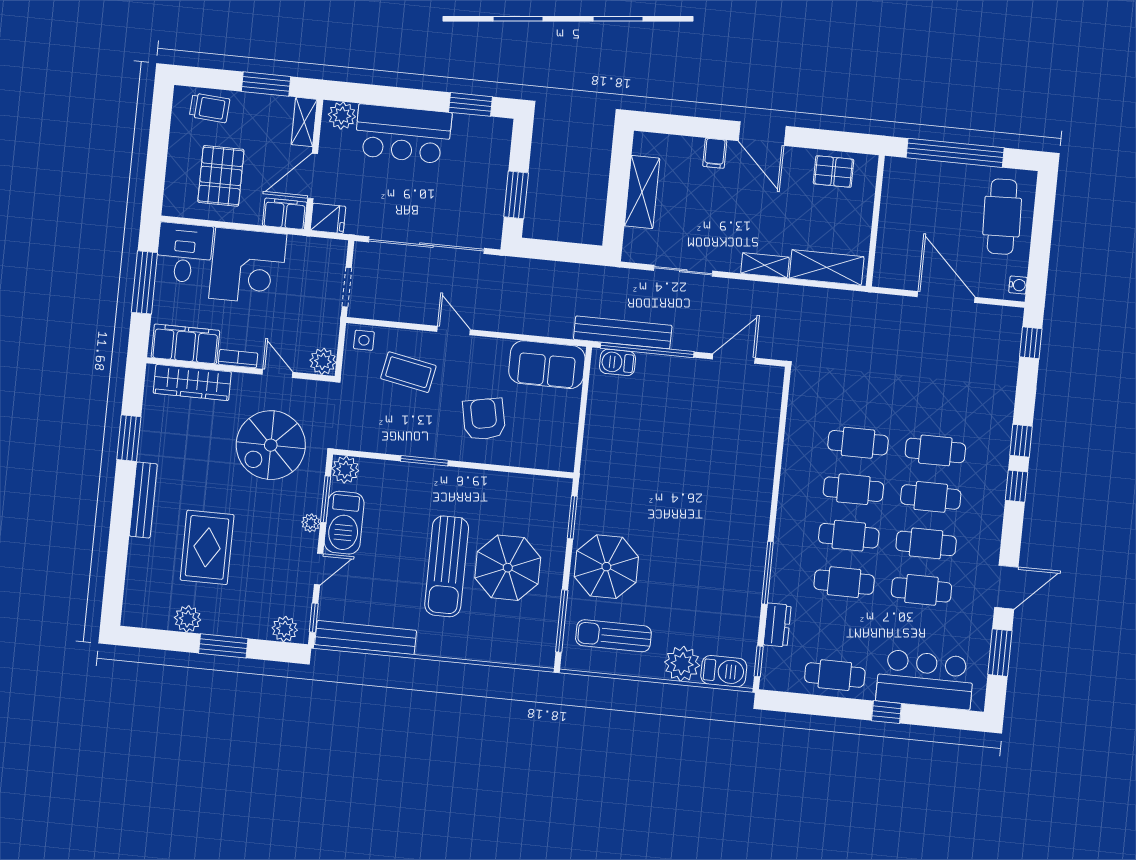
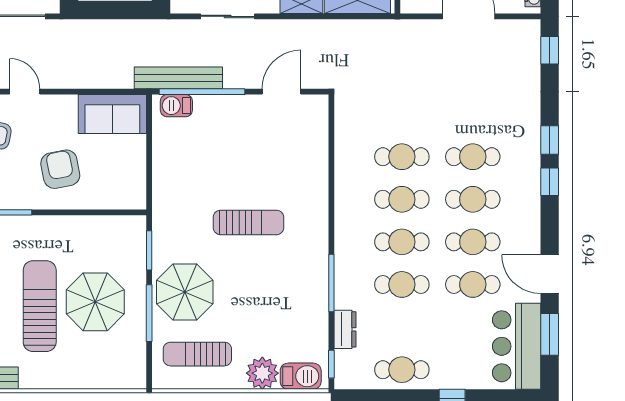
sun lounger: (683, 498) -> (248, 222), added
sun lounger: (447, 566) -> (40, 306), turned 180
door: (1006, 587) -> (550, 274), swing flipped
window: (562, 621) -> (149, 313), moved
bar counter: (925, 679) -> (517, 346), moved, turned -90

